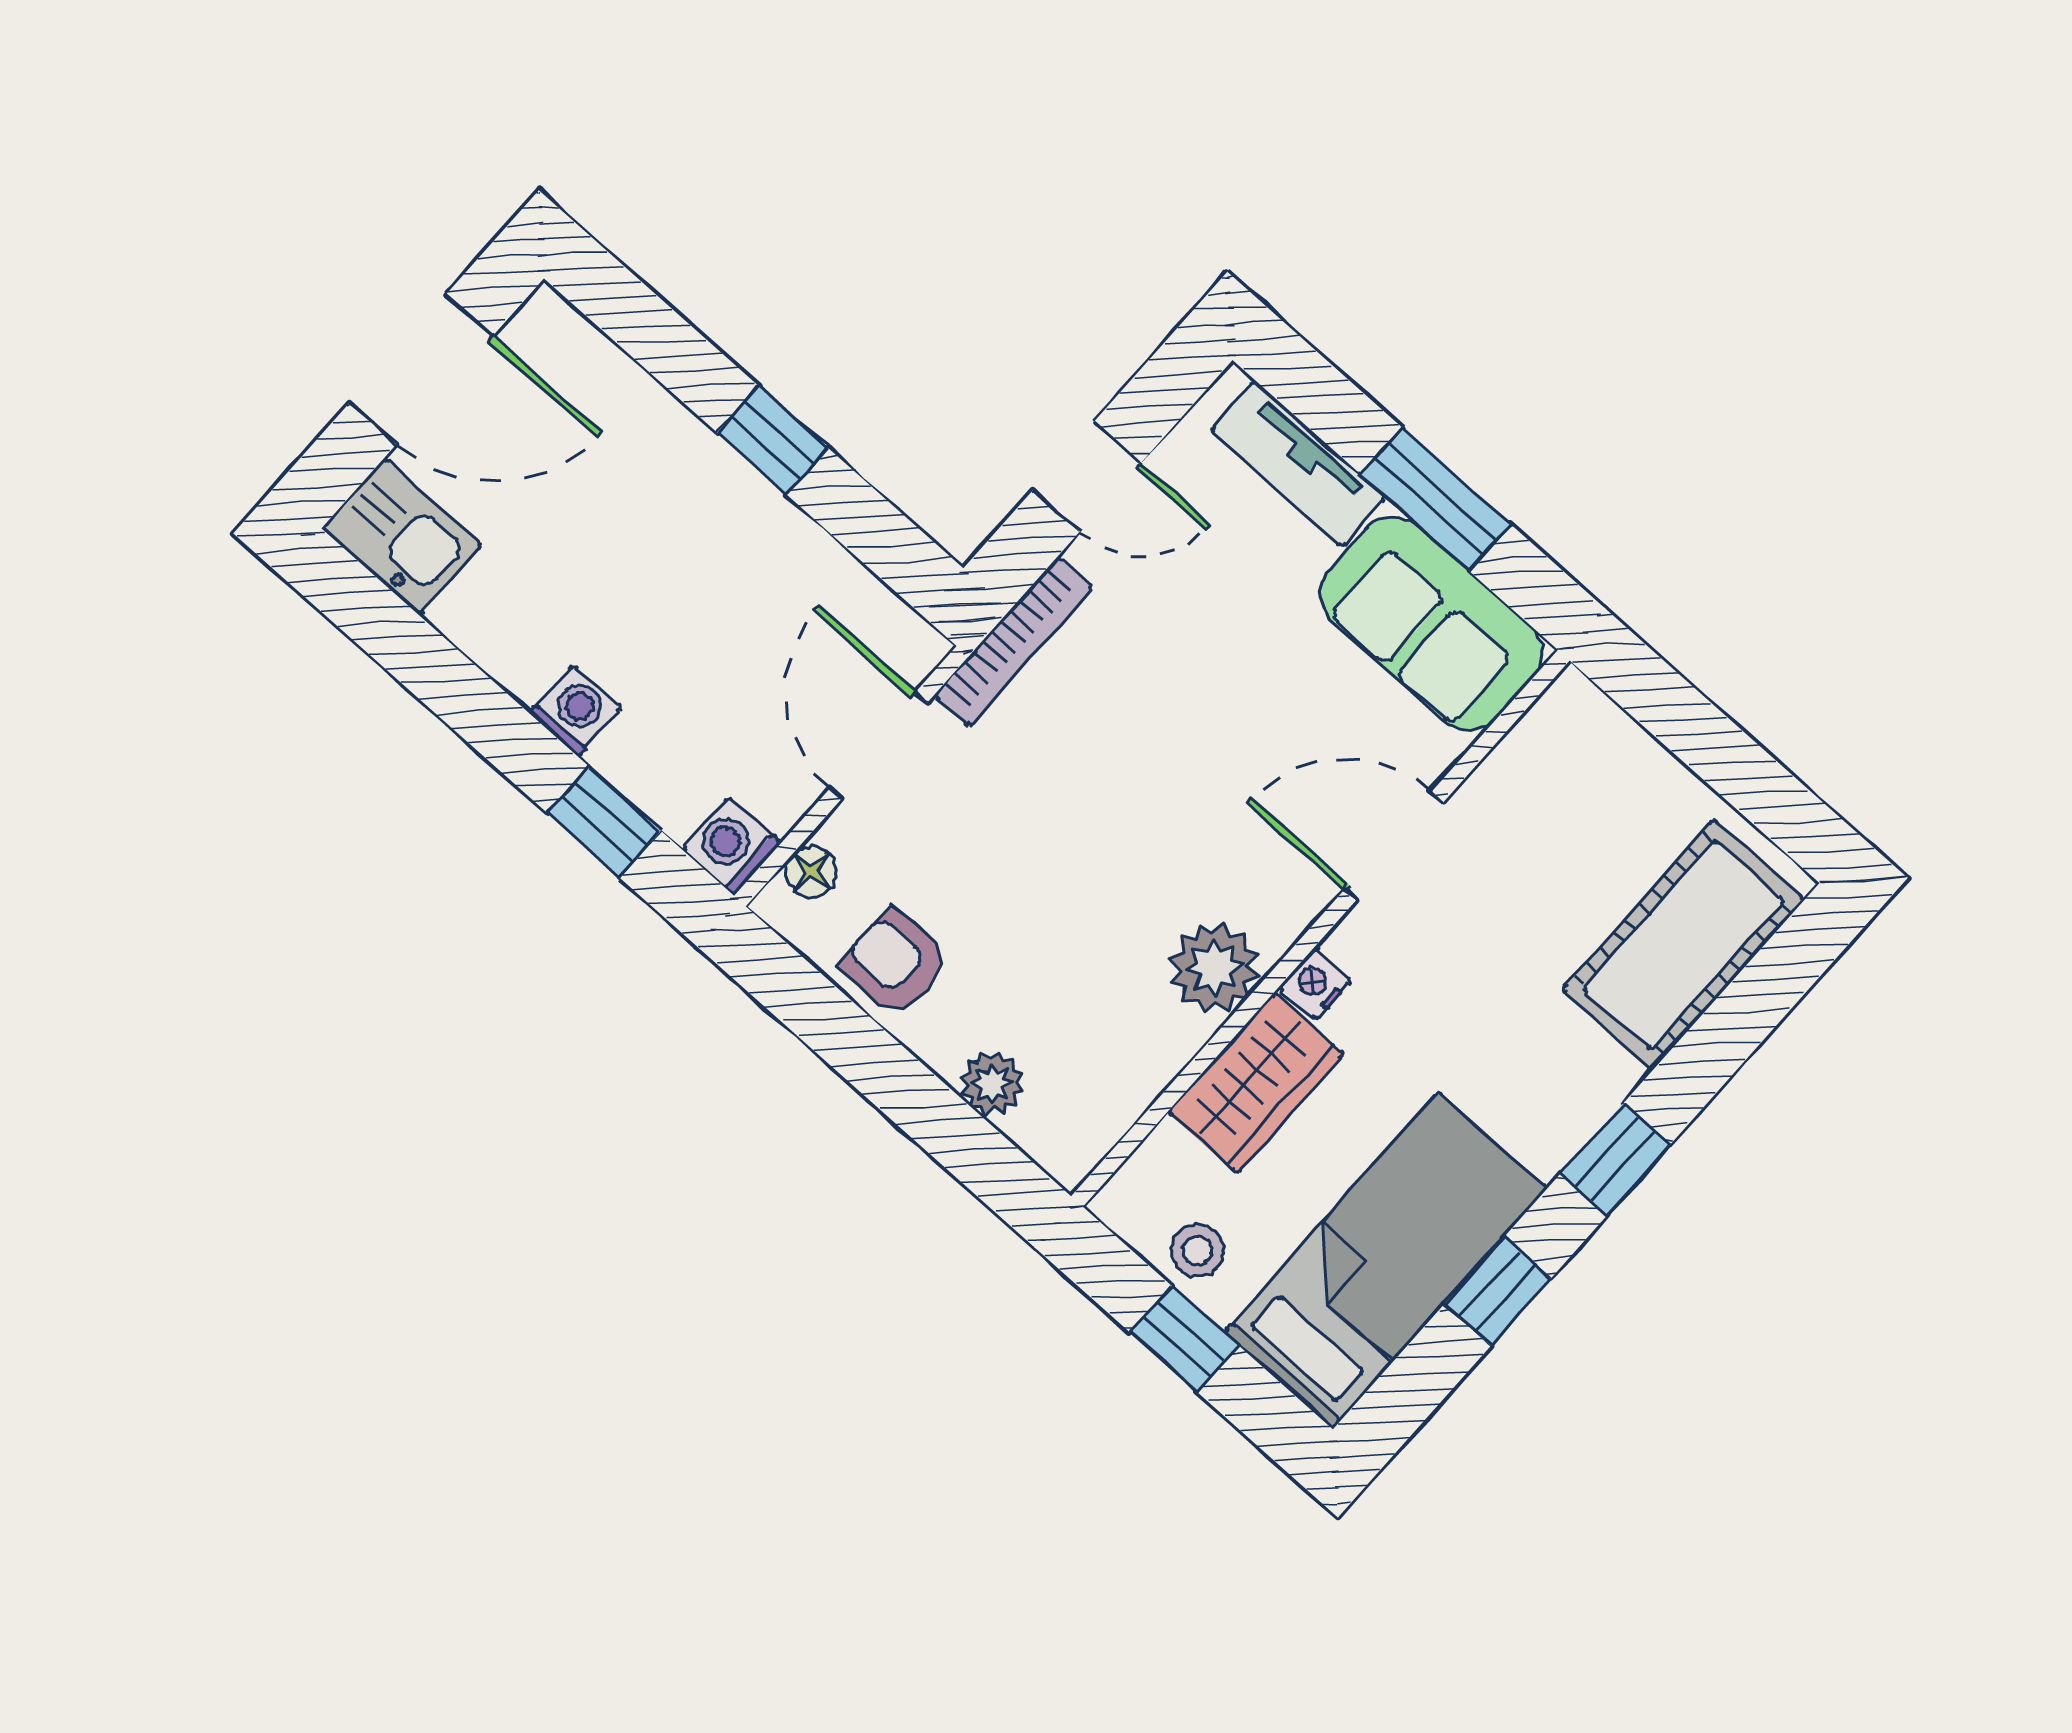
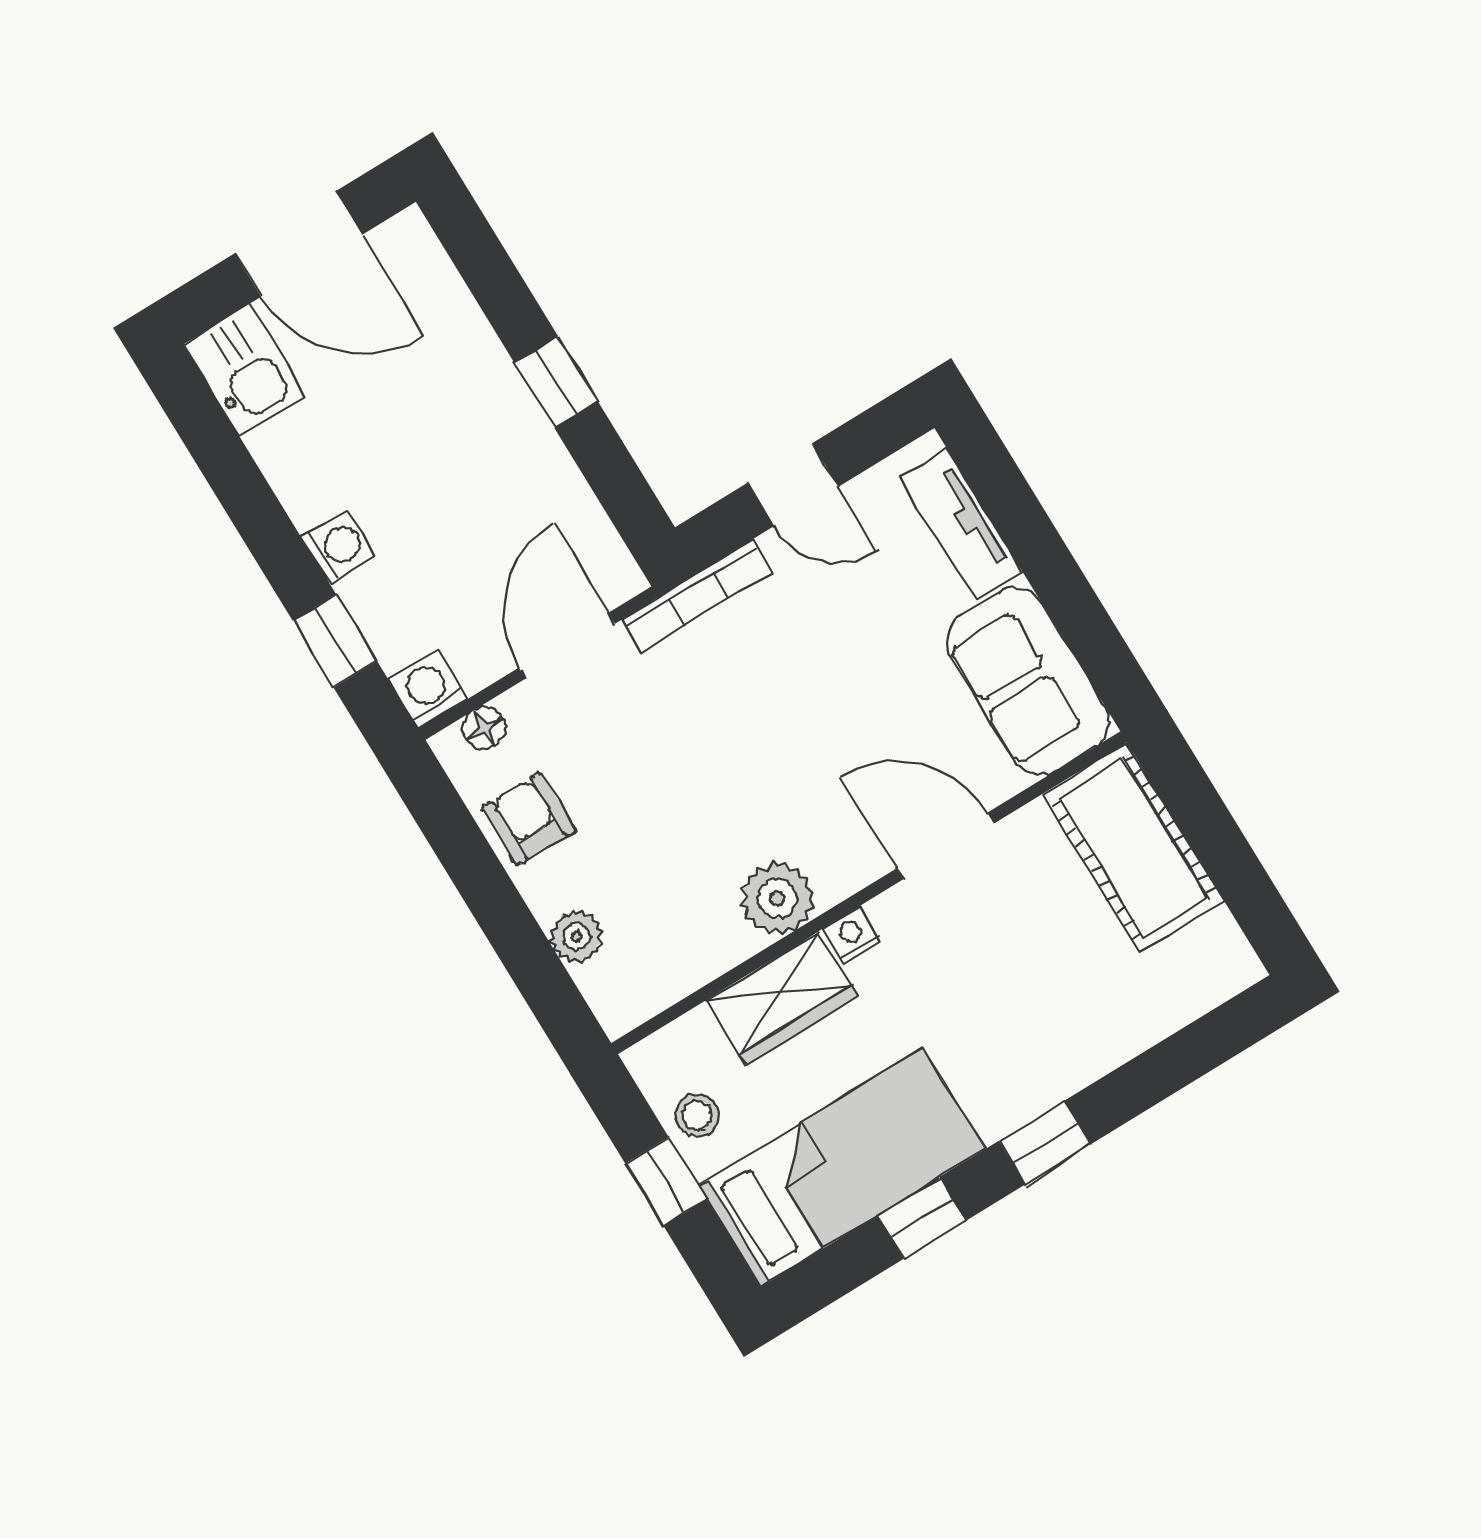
window: (1436, 499) -> (1060, 584), removed
cot: (1683, 945) -> (1133, 847), moved, turned 90

